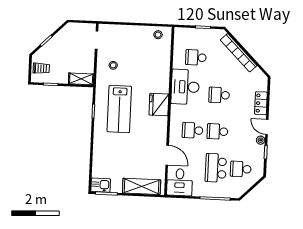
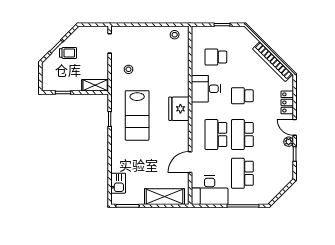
bookcase: (239, 53) -> (273, 62), moved
trolley: (41, 68) -> (68, 53), moved
desk: (185, 87) -> (206, 89), width x0.73
school desk: (193, 130) -> (216, 135), width x1.85
school desk: (217, 131) -> (242, 135), width x1.85
door: (167, 155) -> (190, 162), swing flipped
school desk: (241, 169) -> (269, 173), removed
desk: (180, 182) -> (210, 190), width x1.37
kitchen sink: (101, 185) -> (118, 183), moved, turned 90

